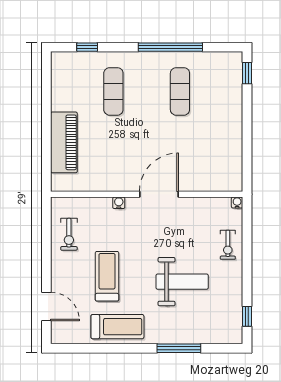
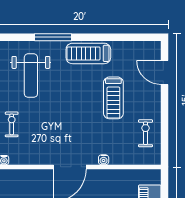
weight bench: (182, 282) -> (31, 76), moved, turned -90
treadmill: (117, 327) -> (88, 53), moved

